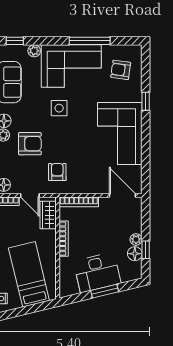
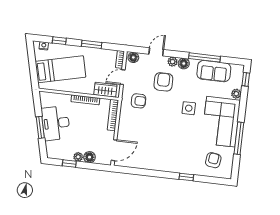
corner sofa: (120, 133) -> (163, 154), removed
armchair: (30, 144) -> (163, 82), turned 180
floor lamp: (135, 254) -> (90, 157), moved

